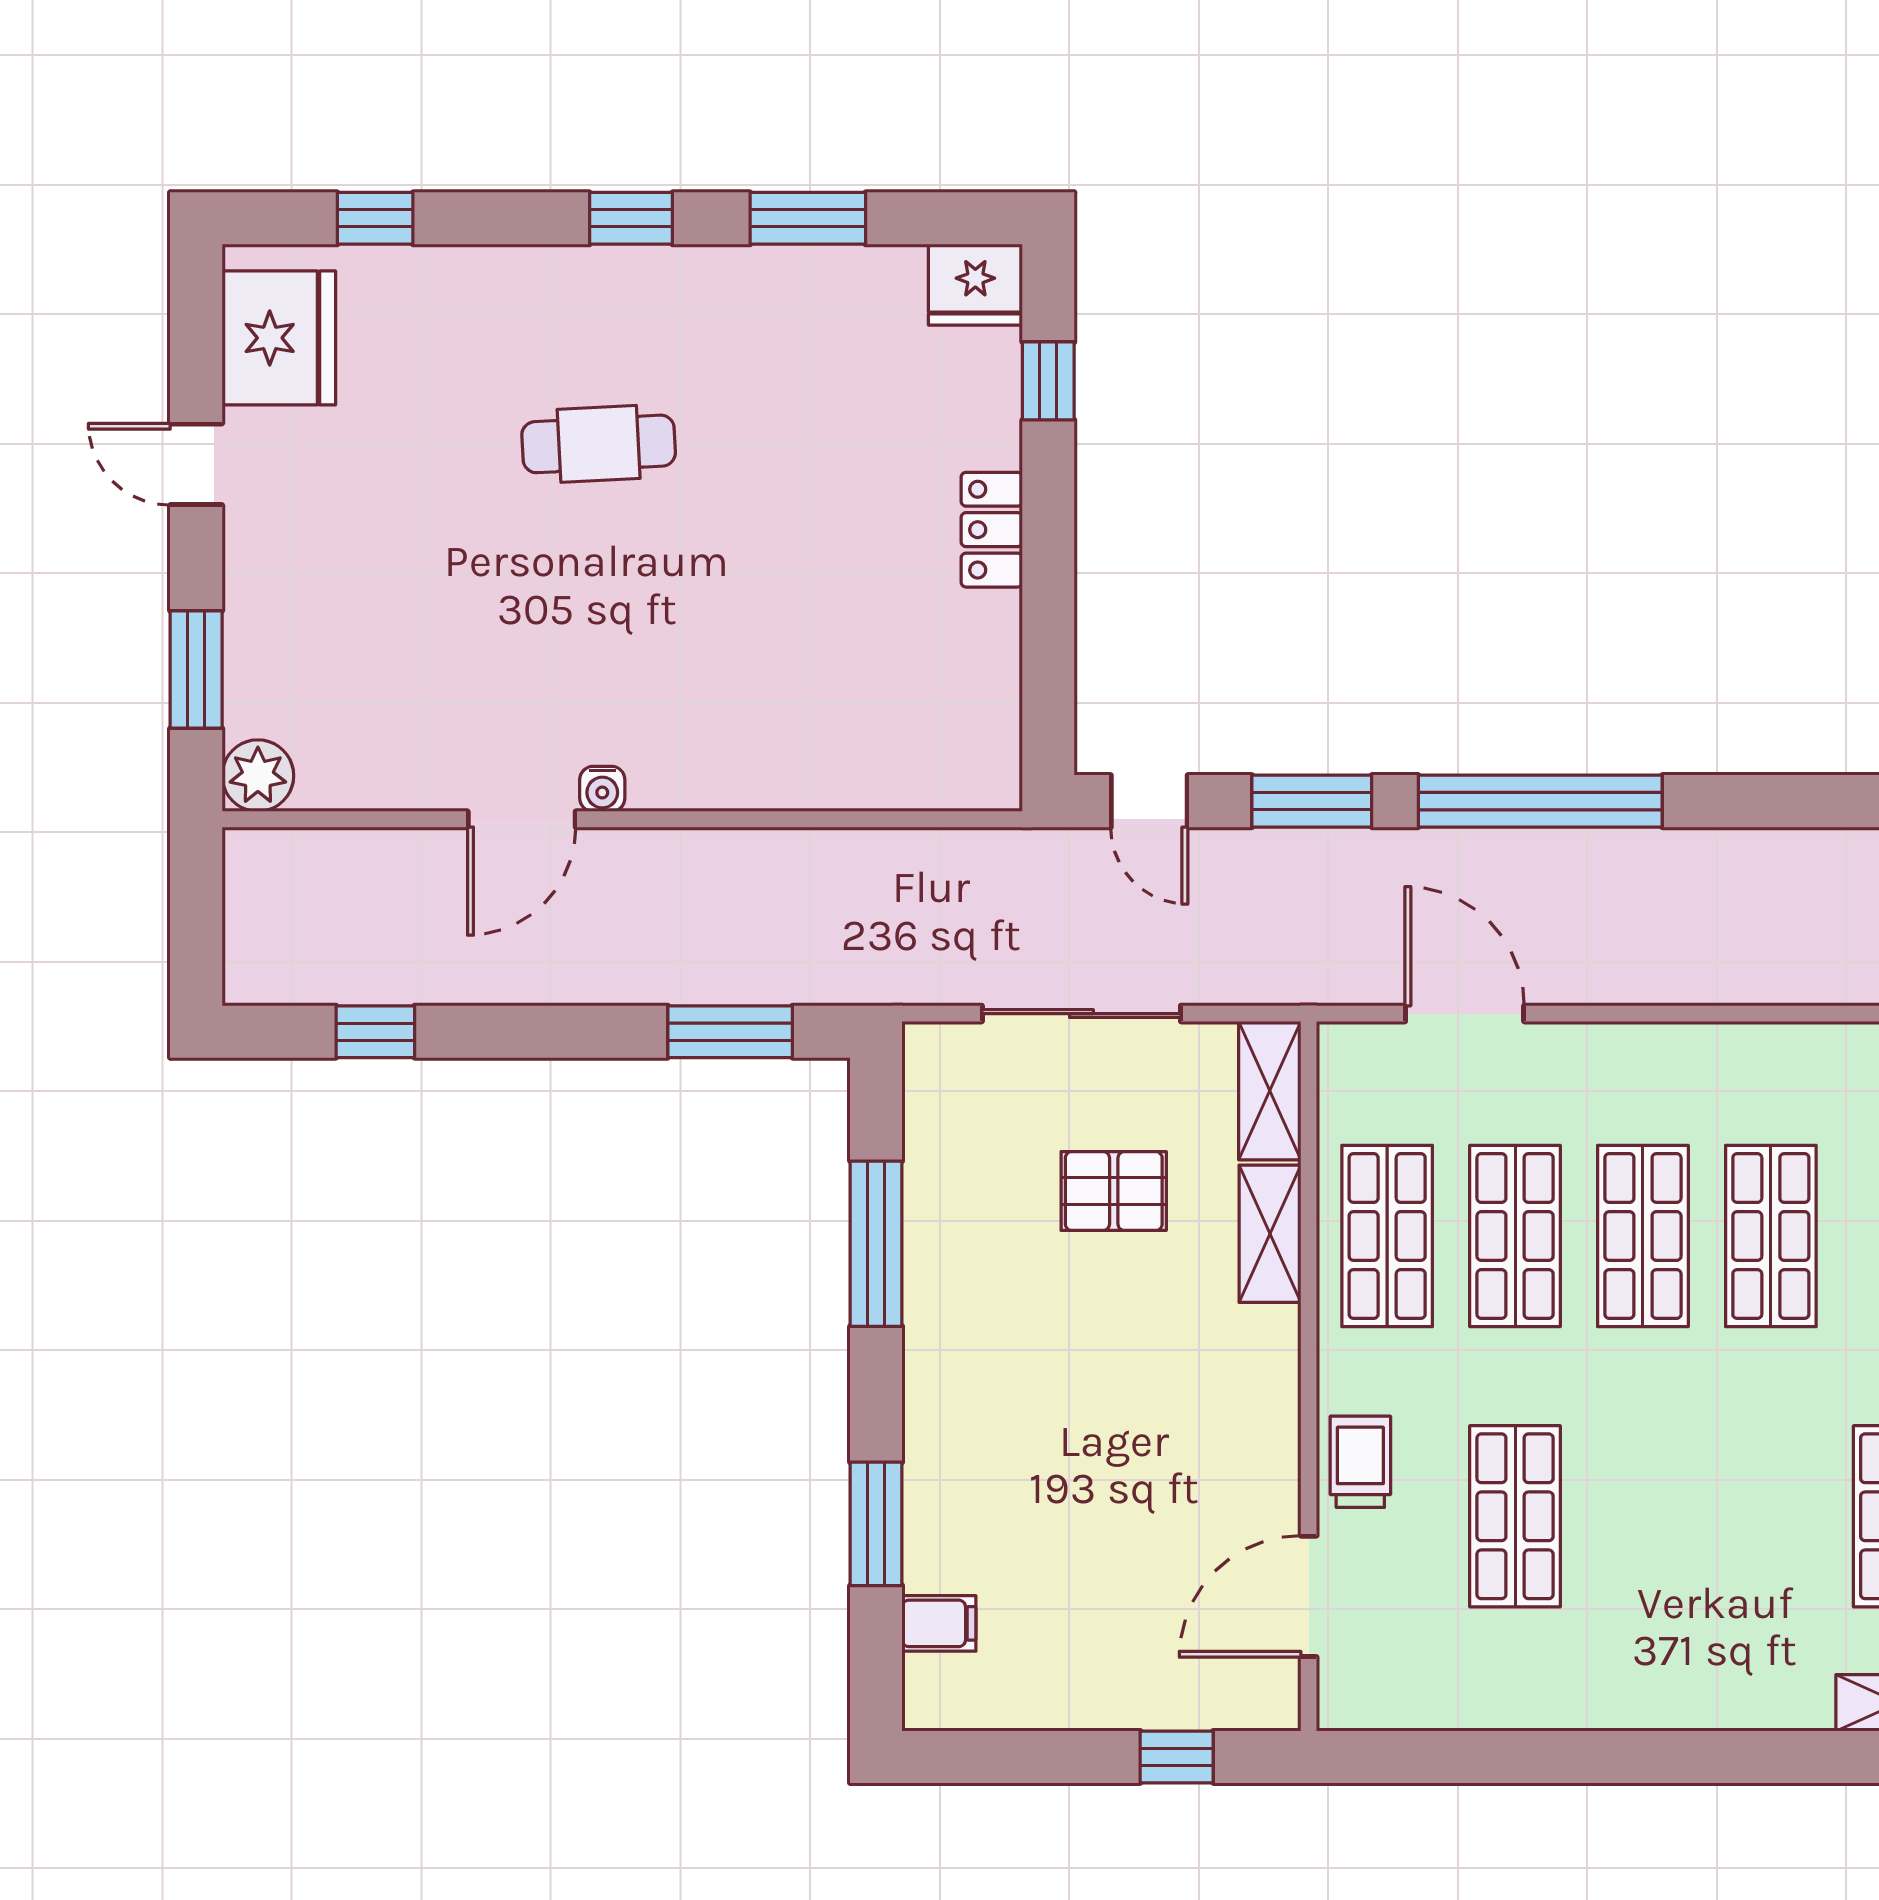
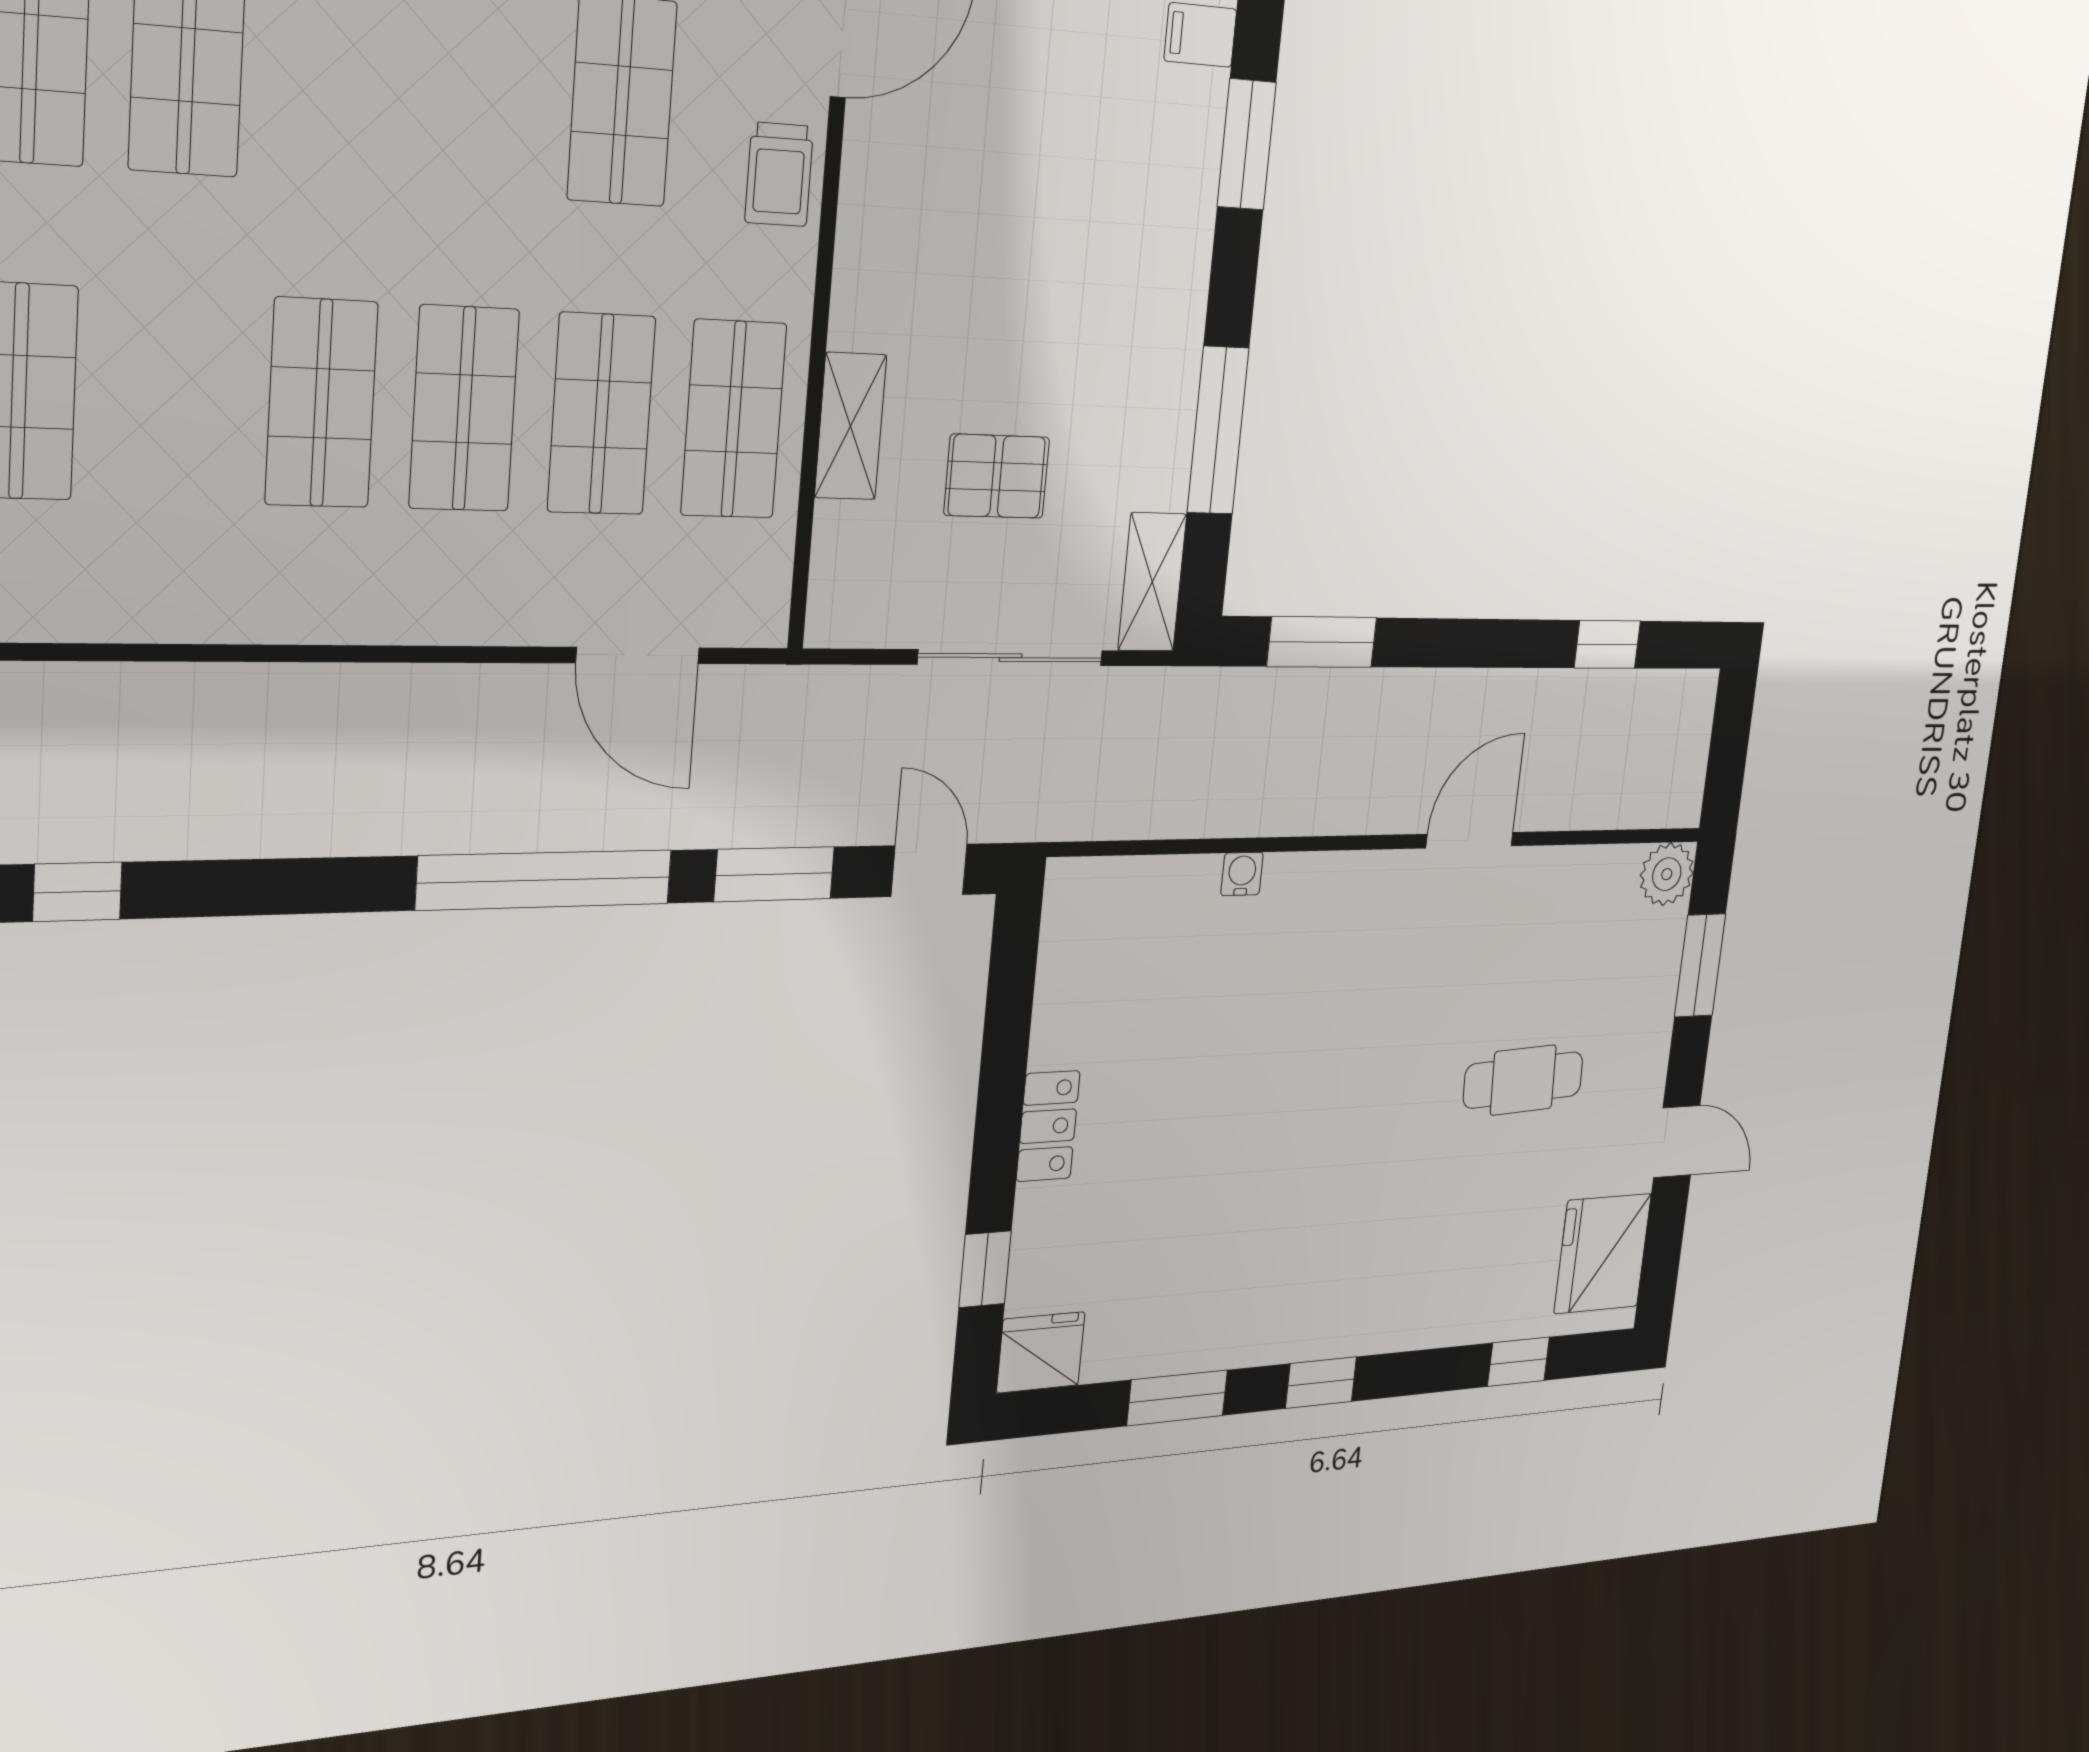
cafe table: (599, 444) -> (1523, 1080), moved
water cooler: (602, 789) -> (1242, 874), moved
shelving: (1270, 1091) -> (1152, 582), moved

